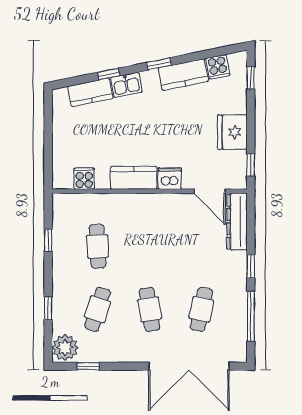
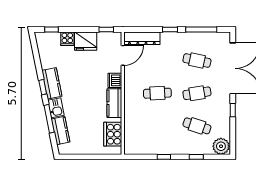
cooker: (218, 67) -> (67, 39), moved, turned 101
window: (109, 74) -> (49, 119), width x2.17
kitchen counter: (183, 75) -> (52, 83), moved
cooker: (84, 179) -> (113, 134), width x1.87, depth x1.31
window: (48, 240) -> (164, 157), moved
cafe table: (97, 246) -> (157, 93), moved
window: (88, 366) -> (233, 110), moved

